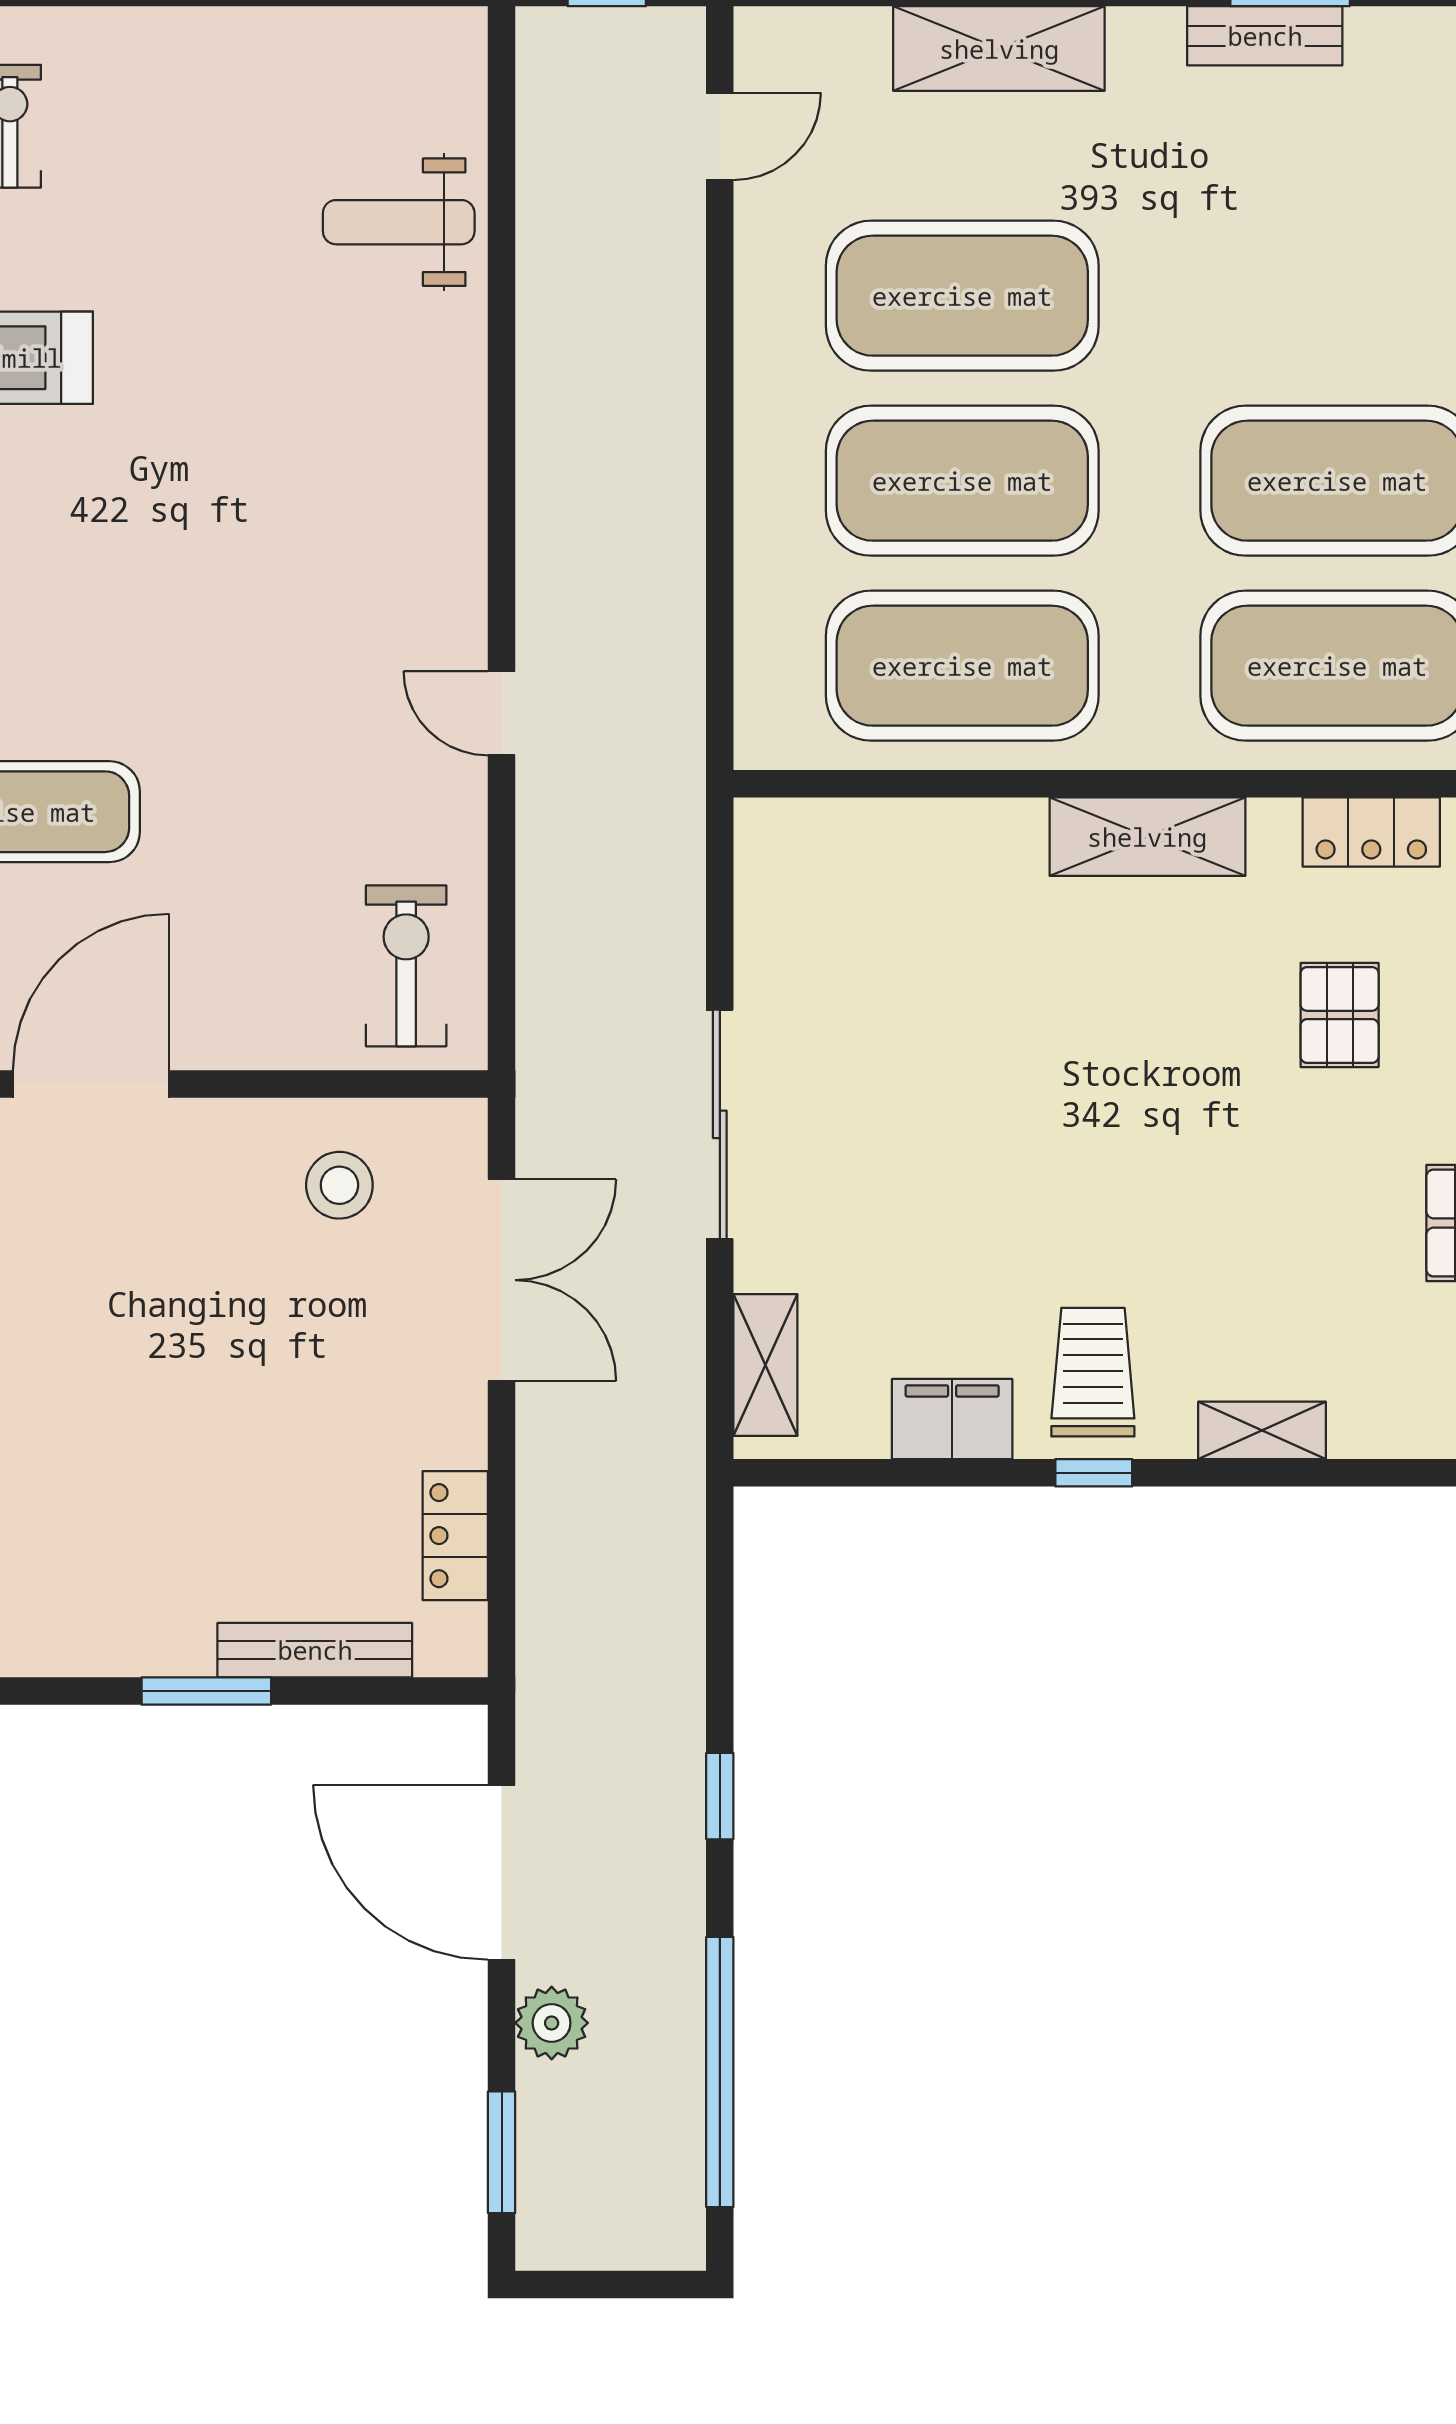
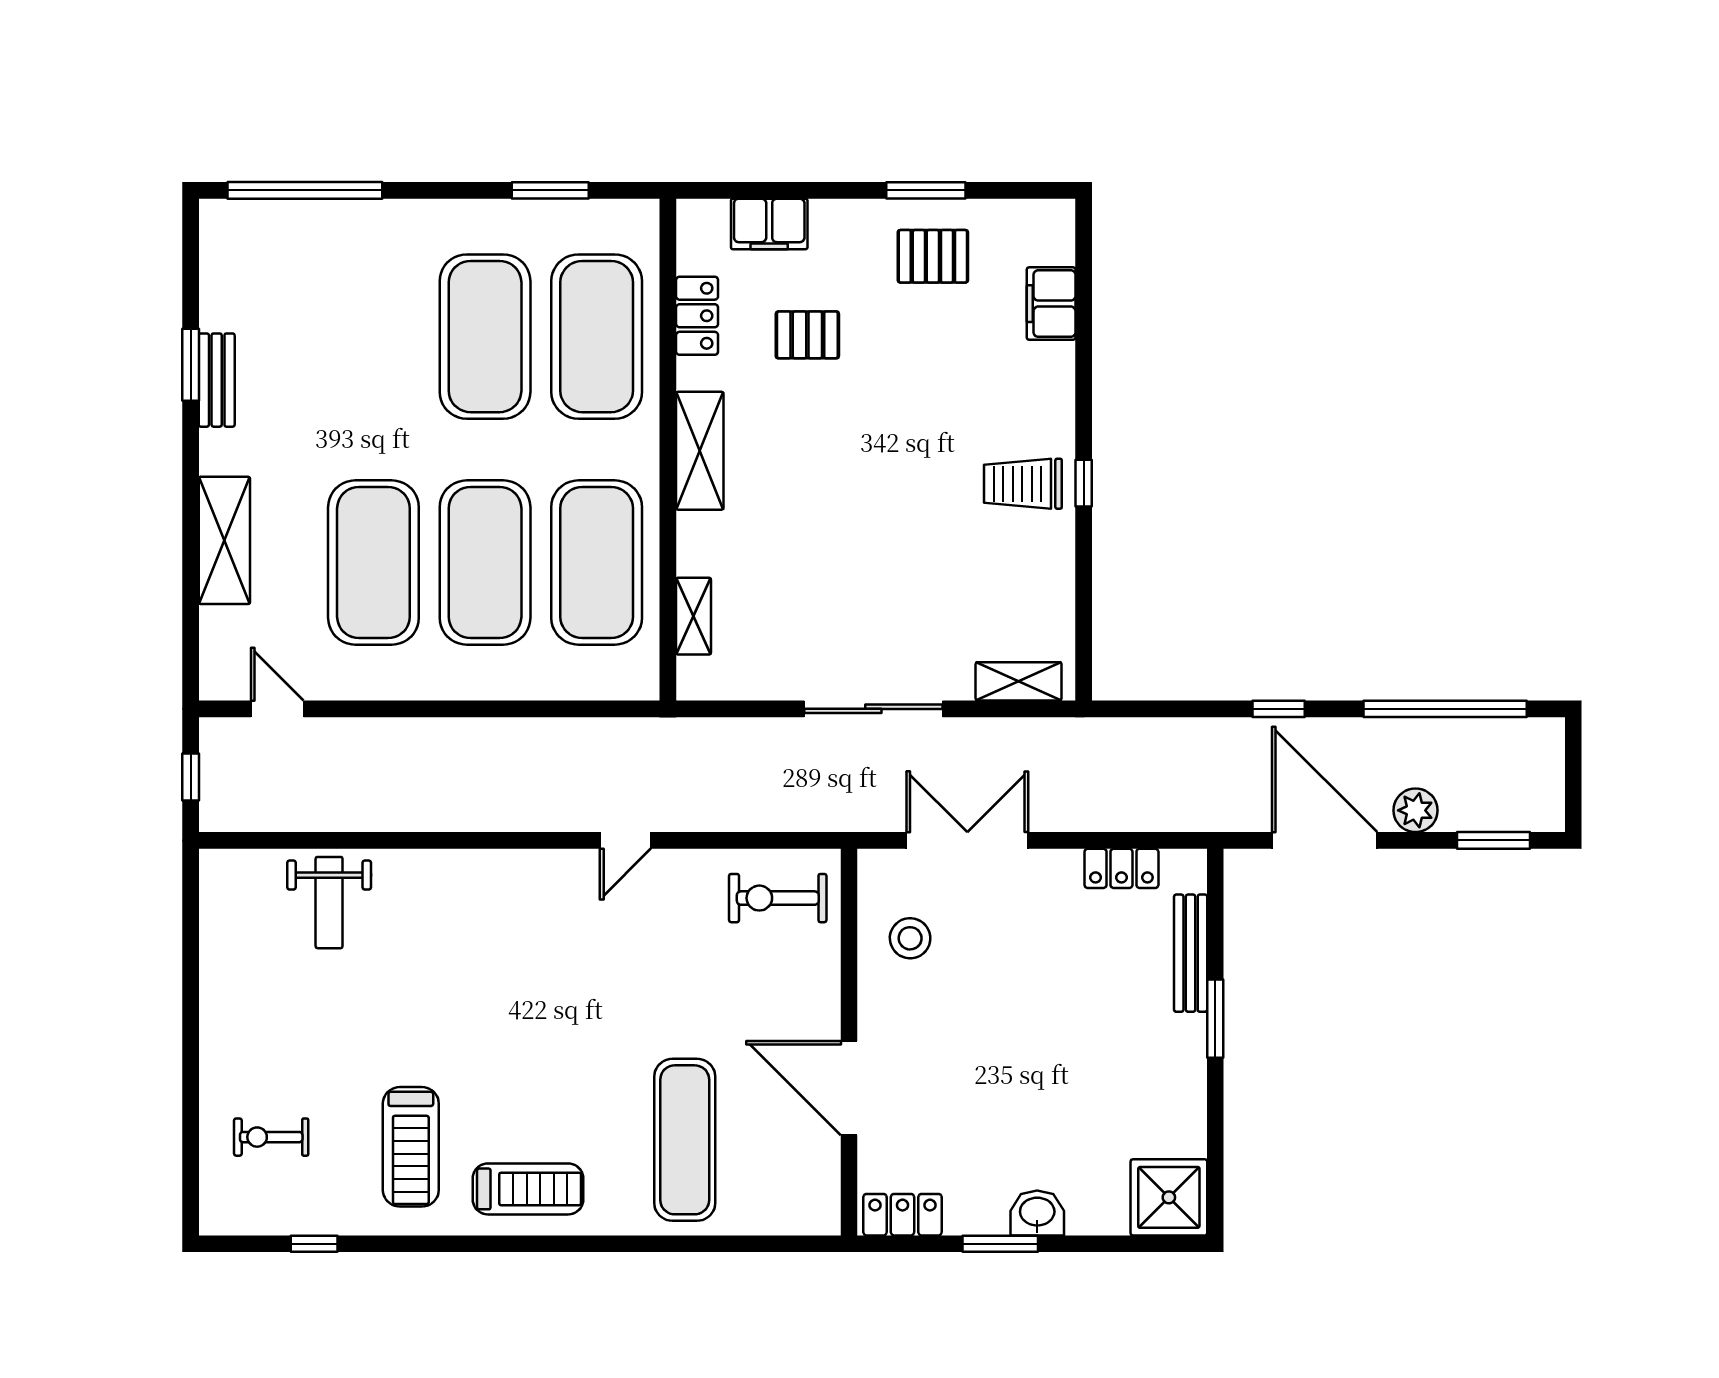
filing cabinet: (952, 1419) -> (1051, 304), moved
shelving: (1262, 1430) -> (693, 616), moved
door: (502, 1872) -> (1325, 840), swing flipped

